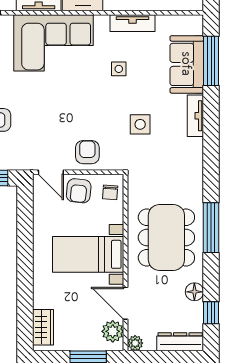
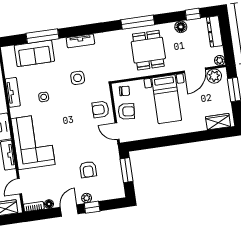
window: (211, 61) -> (43, 36), moved
tv unit: (195, 116) -> (80, 41), moved
door: (51, 172) -> (117, 131), swing flipped
dining table: (166, 238) -> (148, 50), width x0.73

